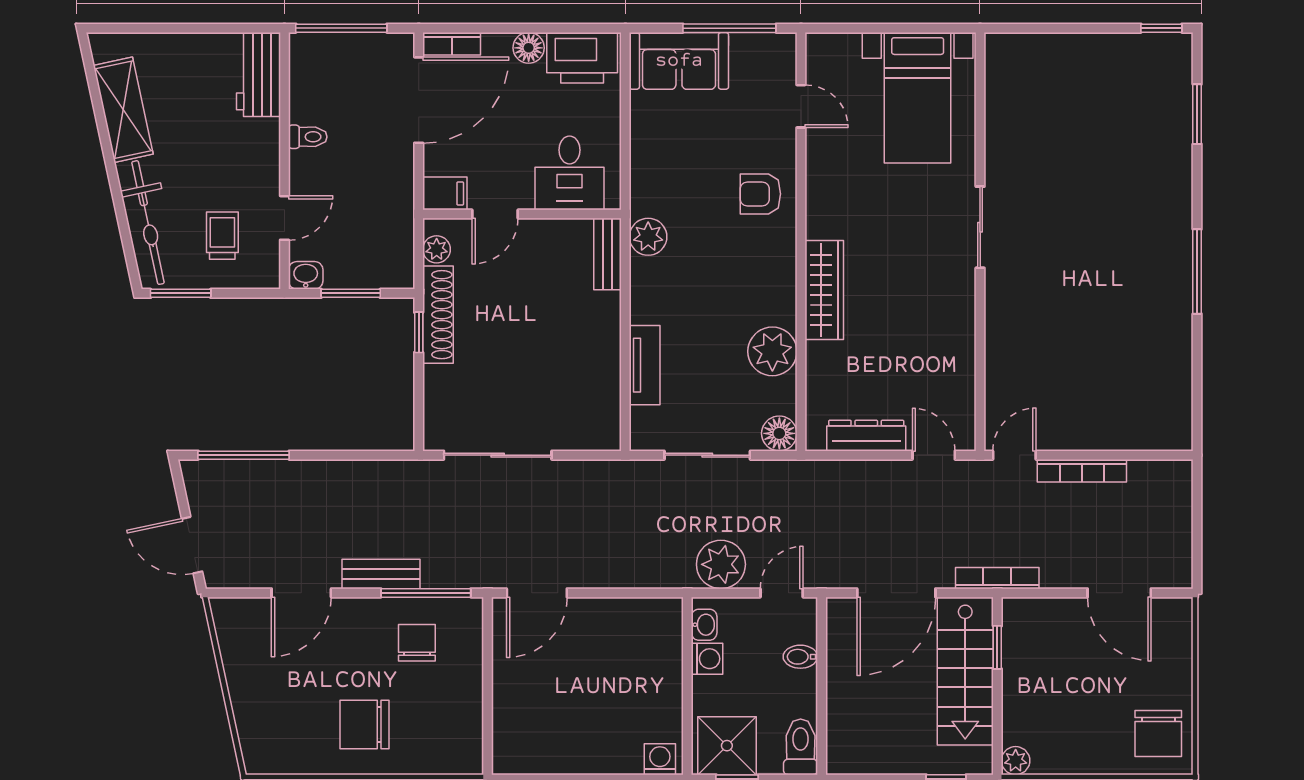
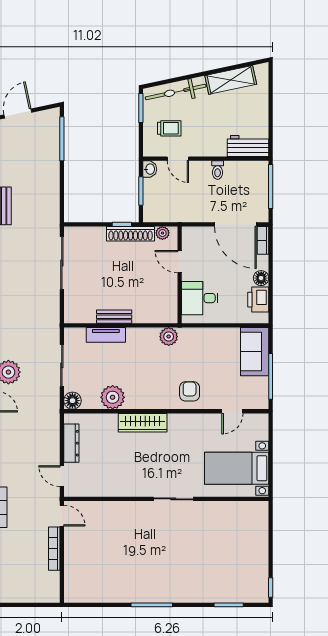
printer: (582, 58) -> (258, 300), width x0.73, depth x0.84
filing cabinet: (445, 193) -> (190, 237), removed
bench: (608, 254) -> (114, 317), moved
door: (934, 455) -> (62, 476), swing flipped

